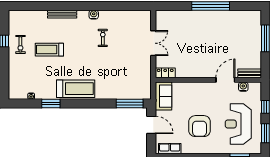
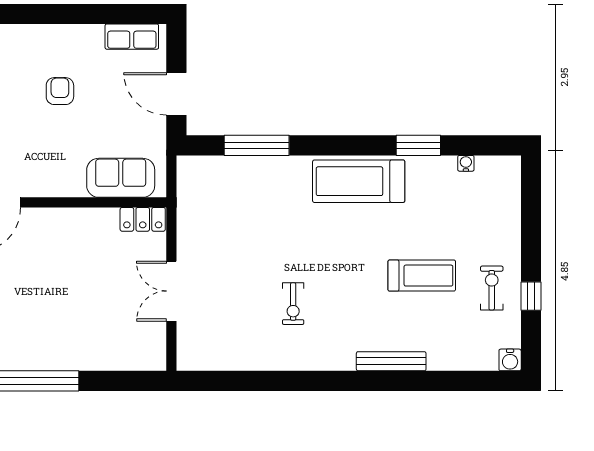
water cooler: (94, 15) -> (510, 360), moved
sofa: (163, 96) -> (121, 178), moved, turned 90
window: (130, 104) -> (257, 145), moved
armchair: (200, 126) -> (60, 91), width x0.53, depth x0.53

